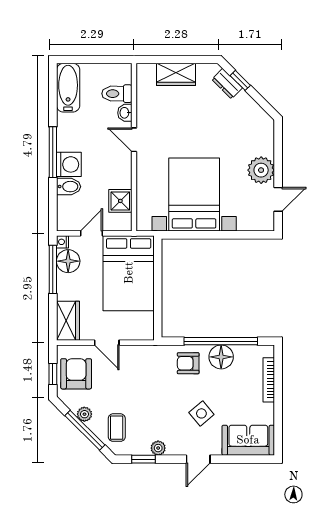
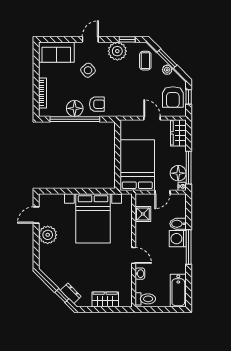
toilet: (117, 94) -> (145, 299), moved
window: (85, 430) -> (167, 59), width x0.69
plant: (158, 448) -> (117, 51), width x1.88, depth x1.88

